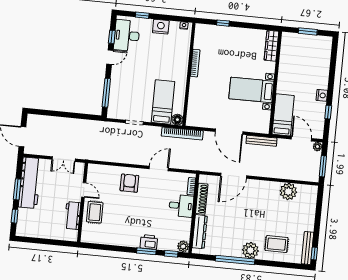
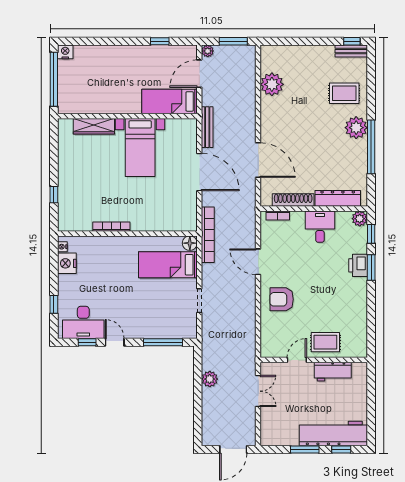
nightstand: (161, 27) -> (67, 263), moved
window: (308, 31) -> (54, 79), width x2.11
wardrobe: (271, 46) -> (94, 126), moved
nightstand: (322, 95) -> (65, 52), moved
plant: (76, 124) -> (210, 379), added
door: (229, 132) -> (199, 172), hinge flipped
workbench: (30, 183) -> (333, 433), moved
desk: (181, 206) -> (320, 227), moved
rug: (277, 244) -> (344, 93), turned 90
bench: (308, 248) -> (351, 51), width x0.73

